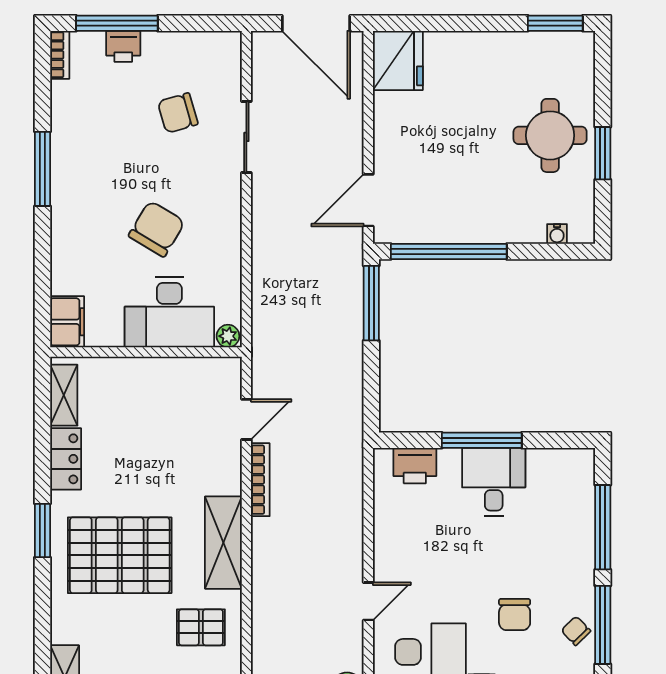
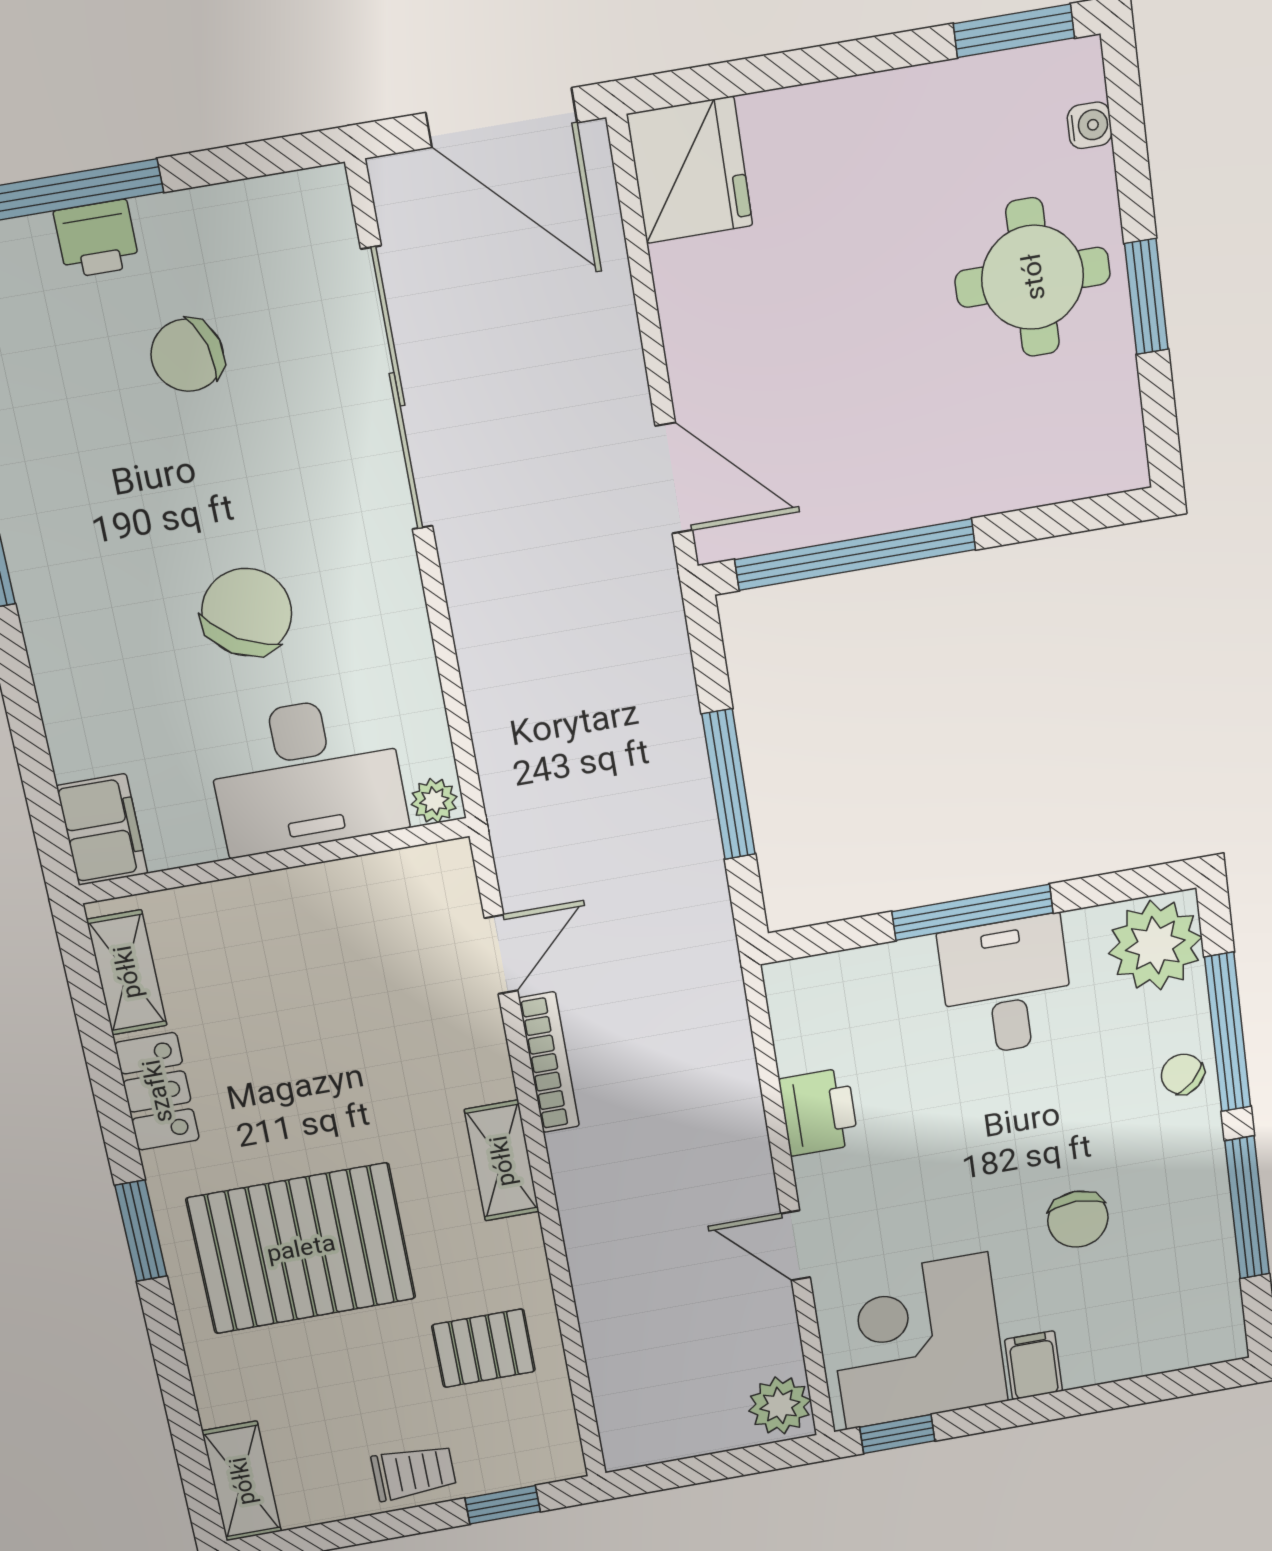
chair: (178, 113) -> (187, 355), moved
sliding door: (246, 137) -> (397, 389), width x1.86
door: (368, 200) -> (674, 478), swing flipped
water cooler: (557, 234) -> (1090, 125), moved, turned -90
window: (371, 303) -> (729, 784), moved
printer: (415, 466) -> (819, 1112), moved, turned -90
plant: (571, 474) -> (1155, 945), added
shelving: (223, 543) -> (502, 1161), width x0.67, depth x0.75
door: (368, 601) -> (795, 1246), swing flipped
chair: (576, 631) -> (1182, 1074), moved

